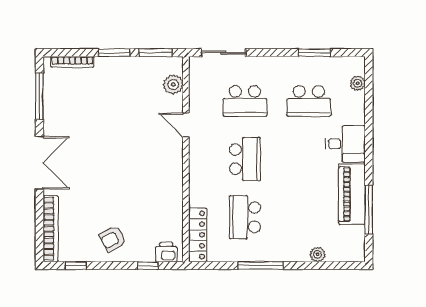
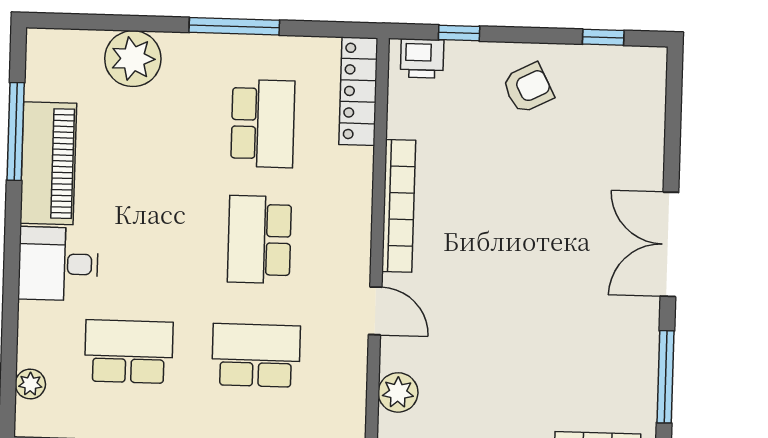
bookcase: (51, 229) -> (399, 206), moved, turned 180
plant: (318, 254) -> (133, 59), width x1.87, depth x1.87

